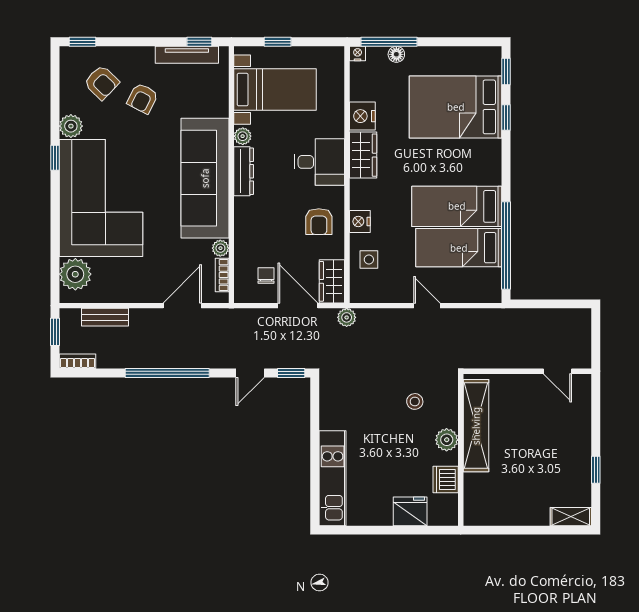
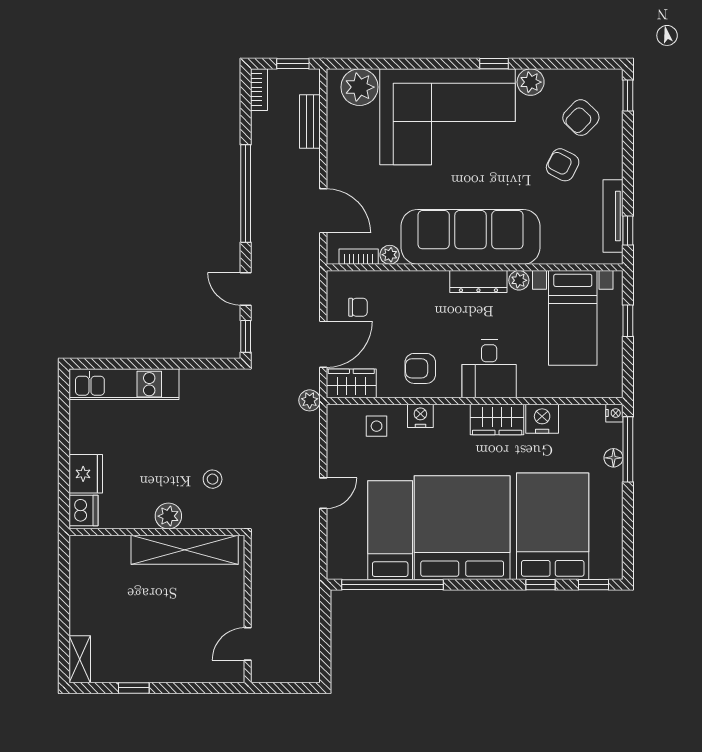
bed: (457, 206) -> (462, 528), width x2.04
dishwasher: (446, 480) -> (83, 511), moved, turned 90

